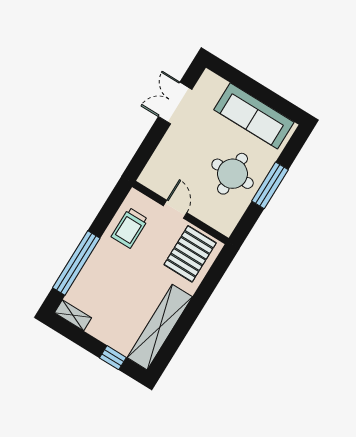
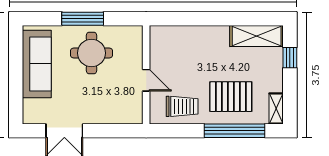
door: (175, 209) -> (146, 80), swing flipped
pallet: (190, 254) -> (231, 97), moved
shelving: (160, 327) -> (257, 36), width x0.68

